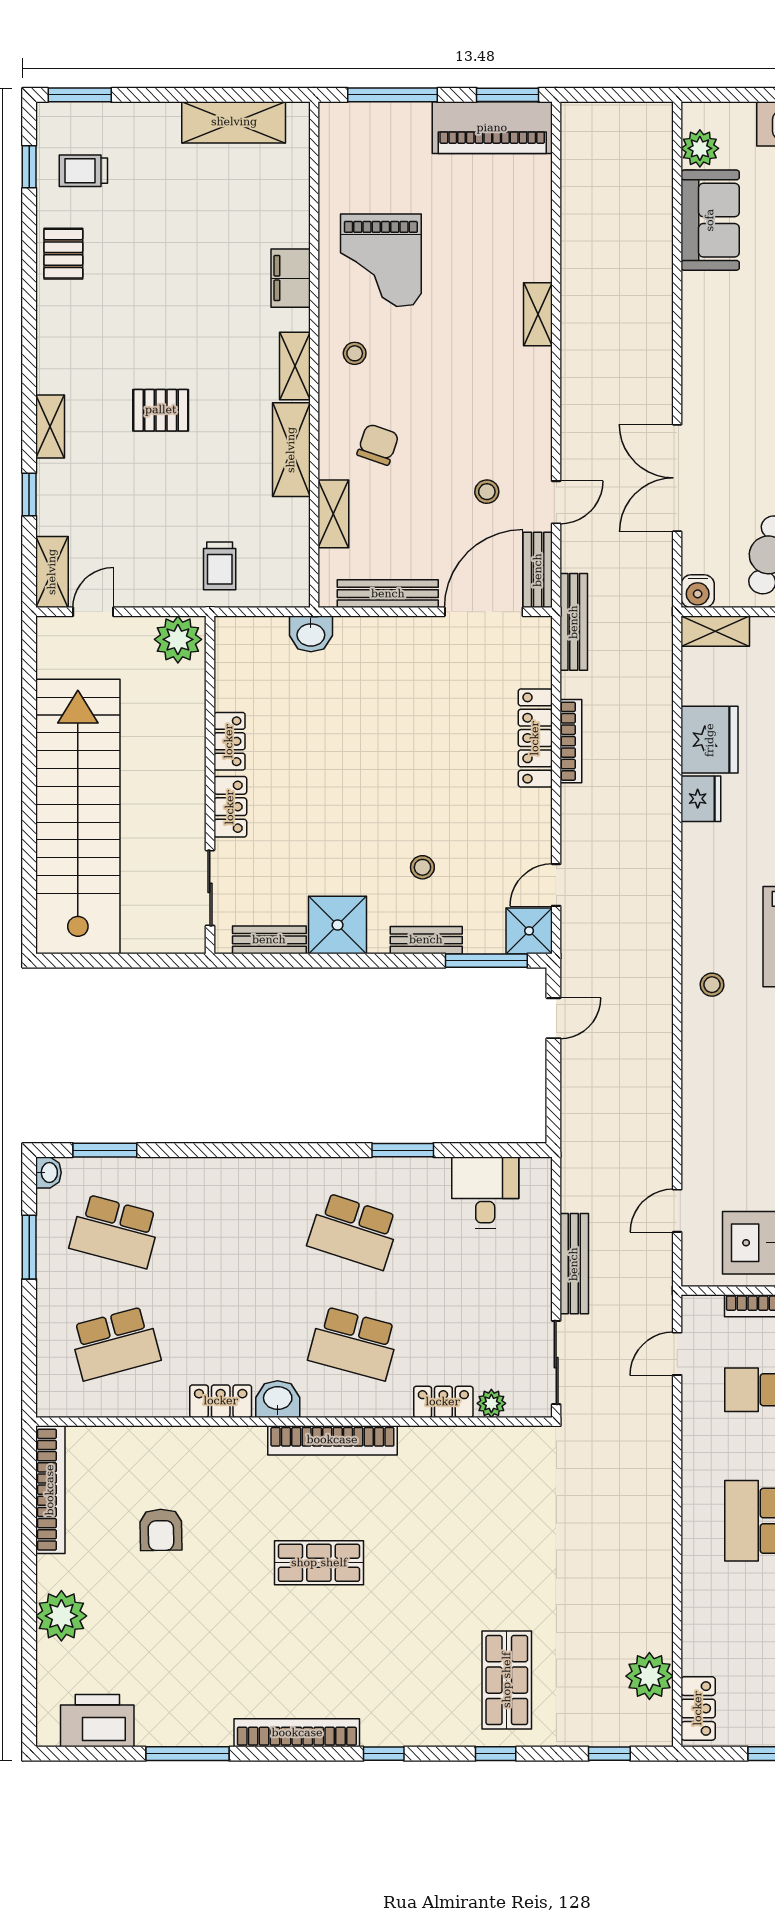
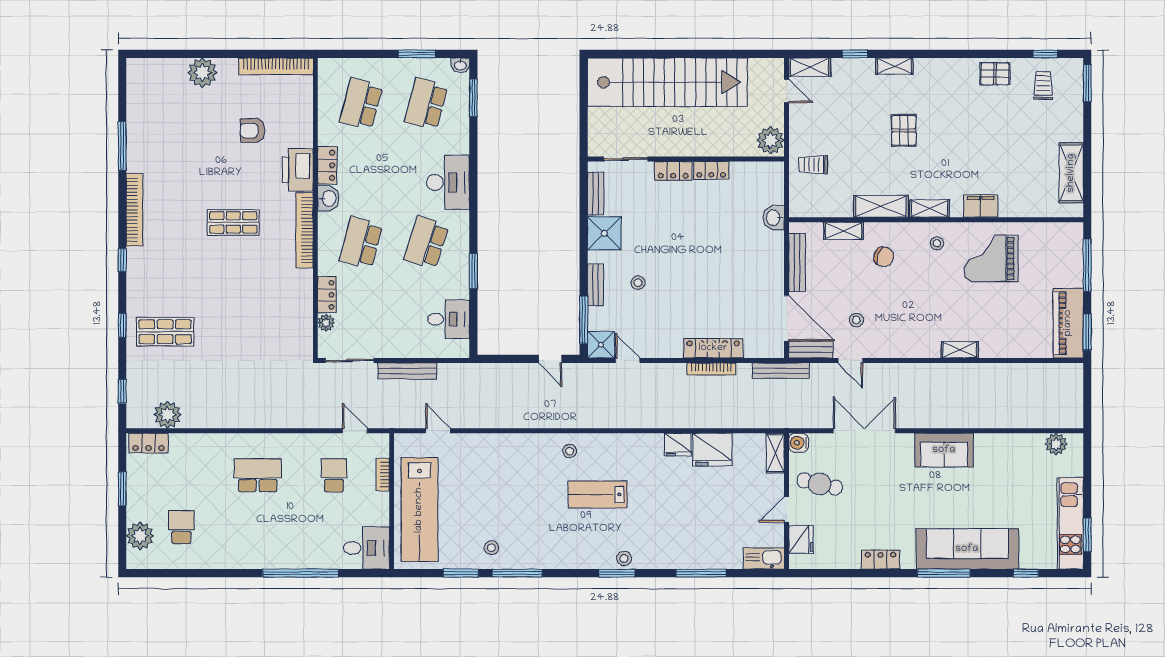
sofa: (710, 220) -> (944, 450), moved
desk: (250, 1194) -> (448, 182), added
school desk: (115, 1343) -> (361, 104), turned 30
shop shelf: (319, 1563) -> (233, 222), turned 90
printer: (97, 1721) -> (298, 170), moved, turned 180

